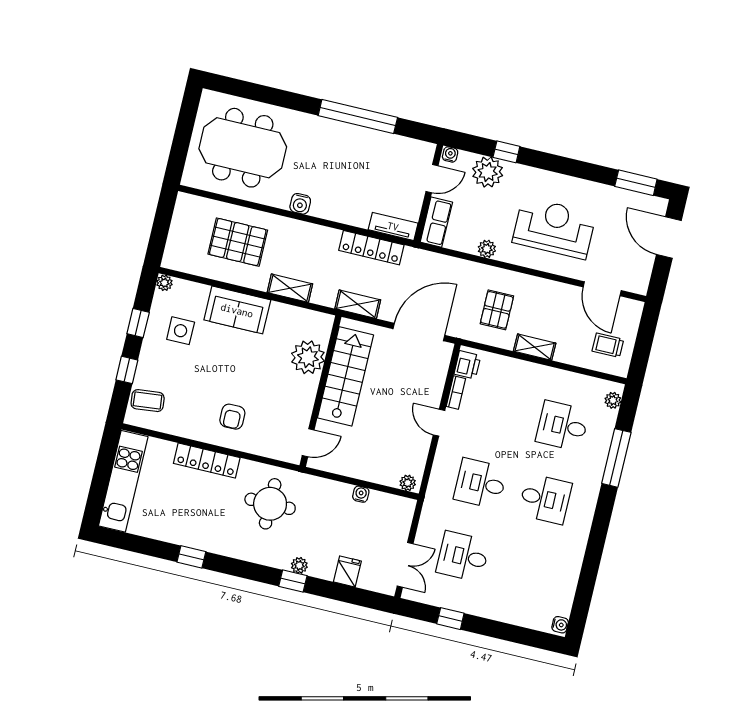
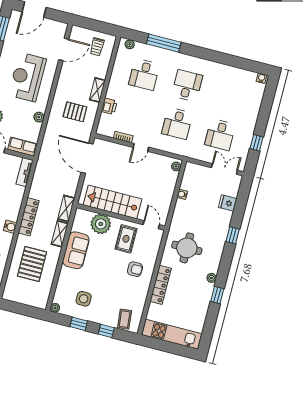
locker: (371, 248) -> (29, 217), moved
shelving: (358, 304) -> (66, 209), moved
sofa: (237, 310) -> (76, 250), moved
printer: (467, 365) -> (109, 106), moved, turned 90
rug: (284, 400) -> (126, 239), added
plant: (299, 565) -> (211, 278), moved

